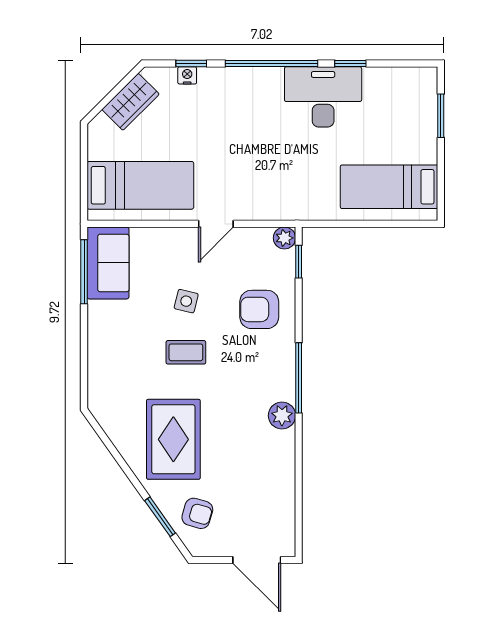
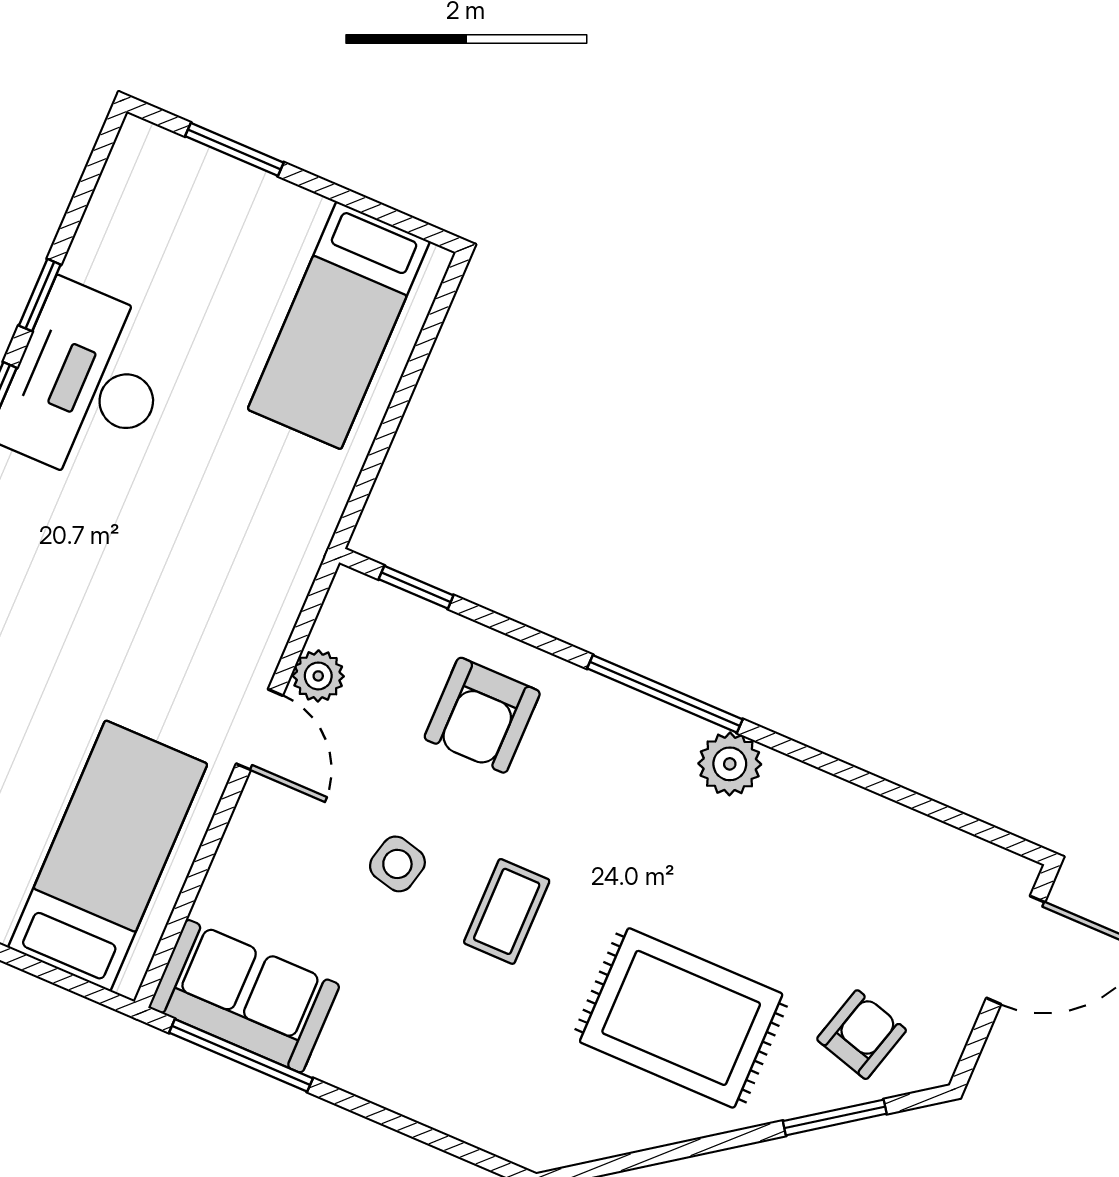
plant: (284, 238) -> (318, 676), moved

